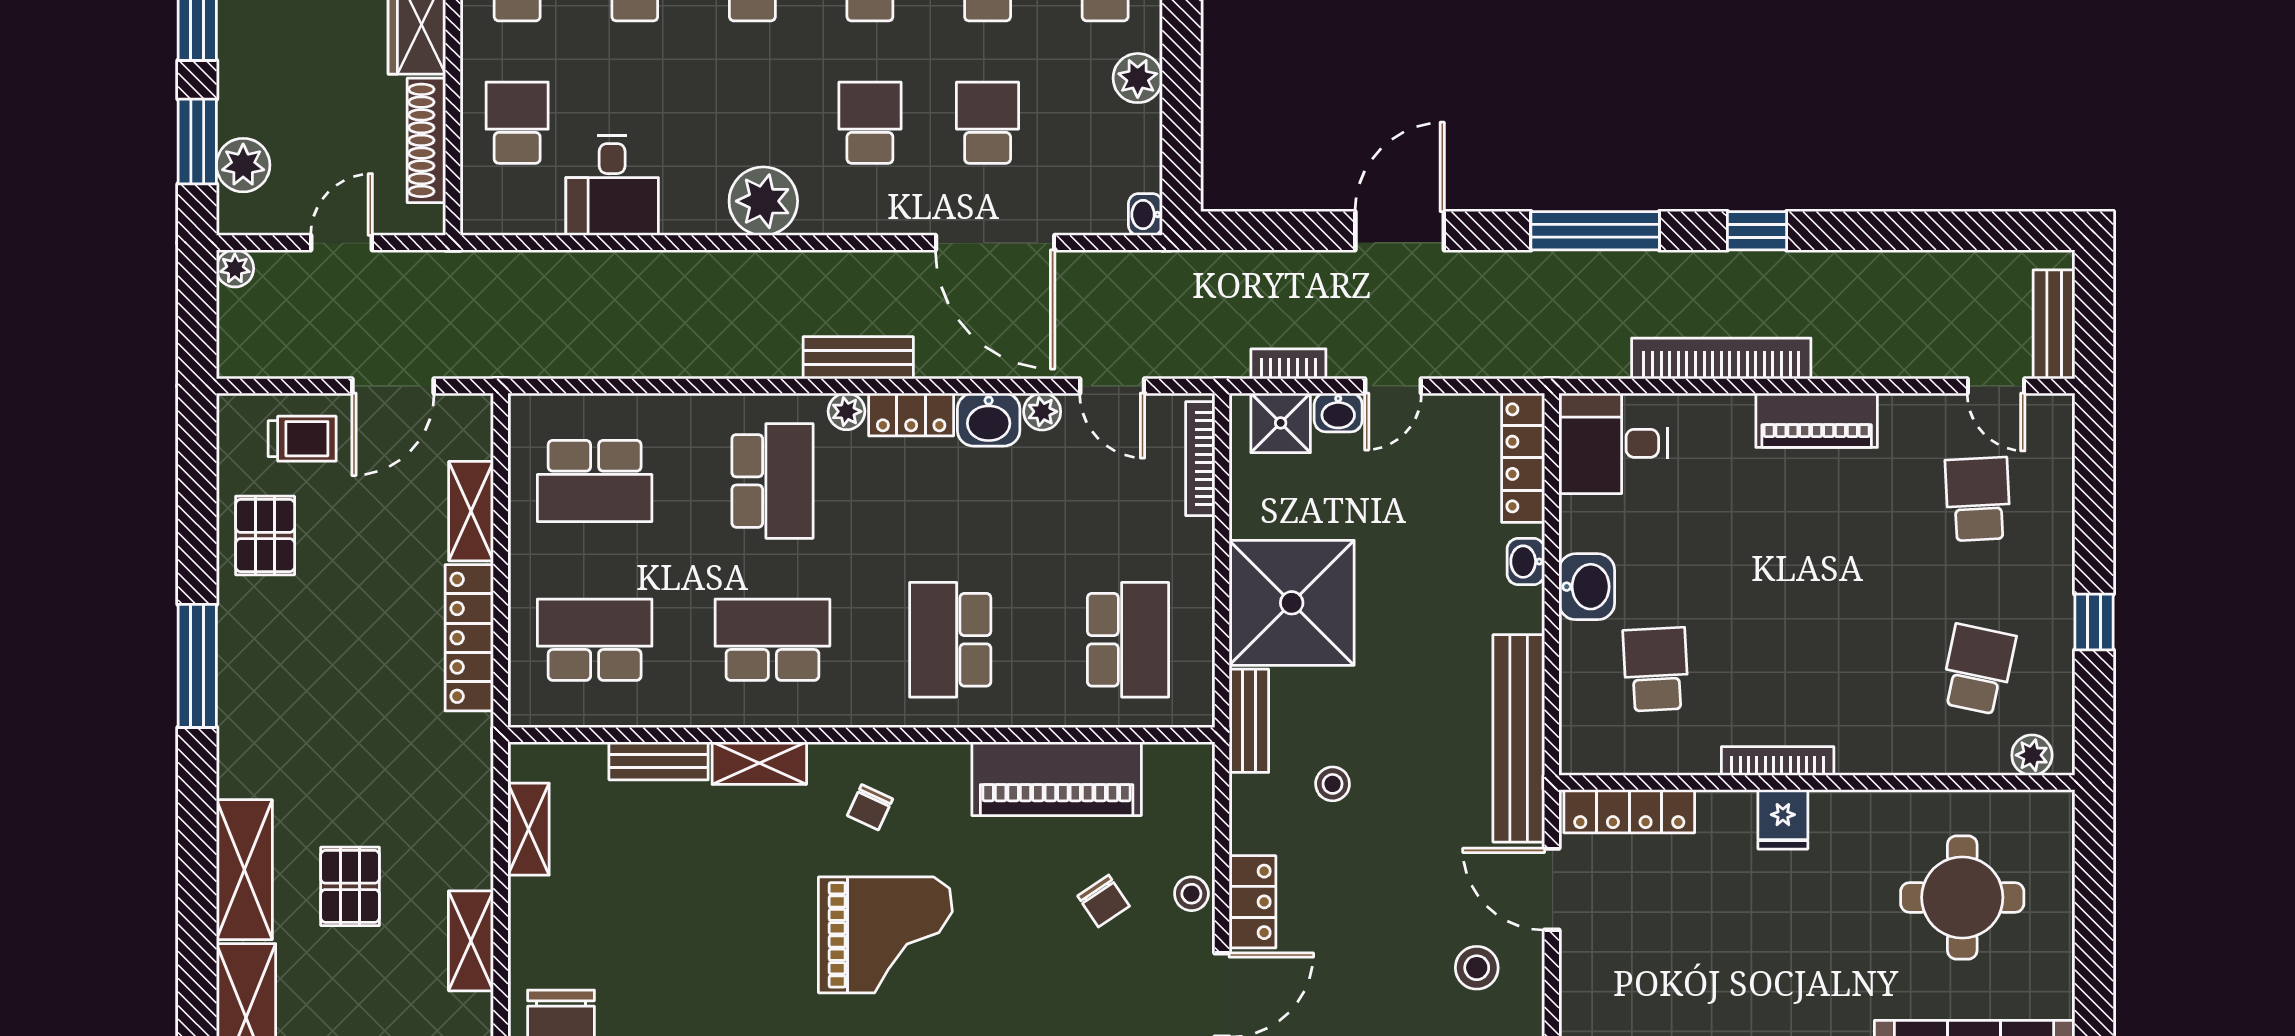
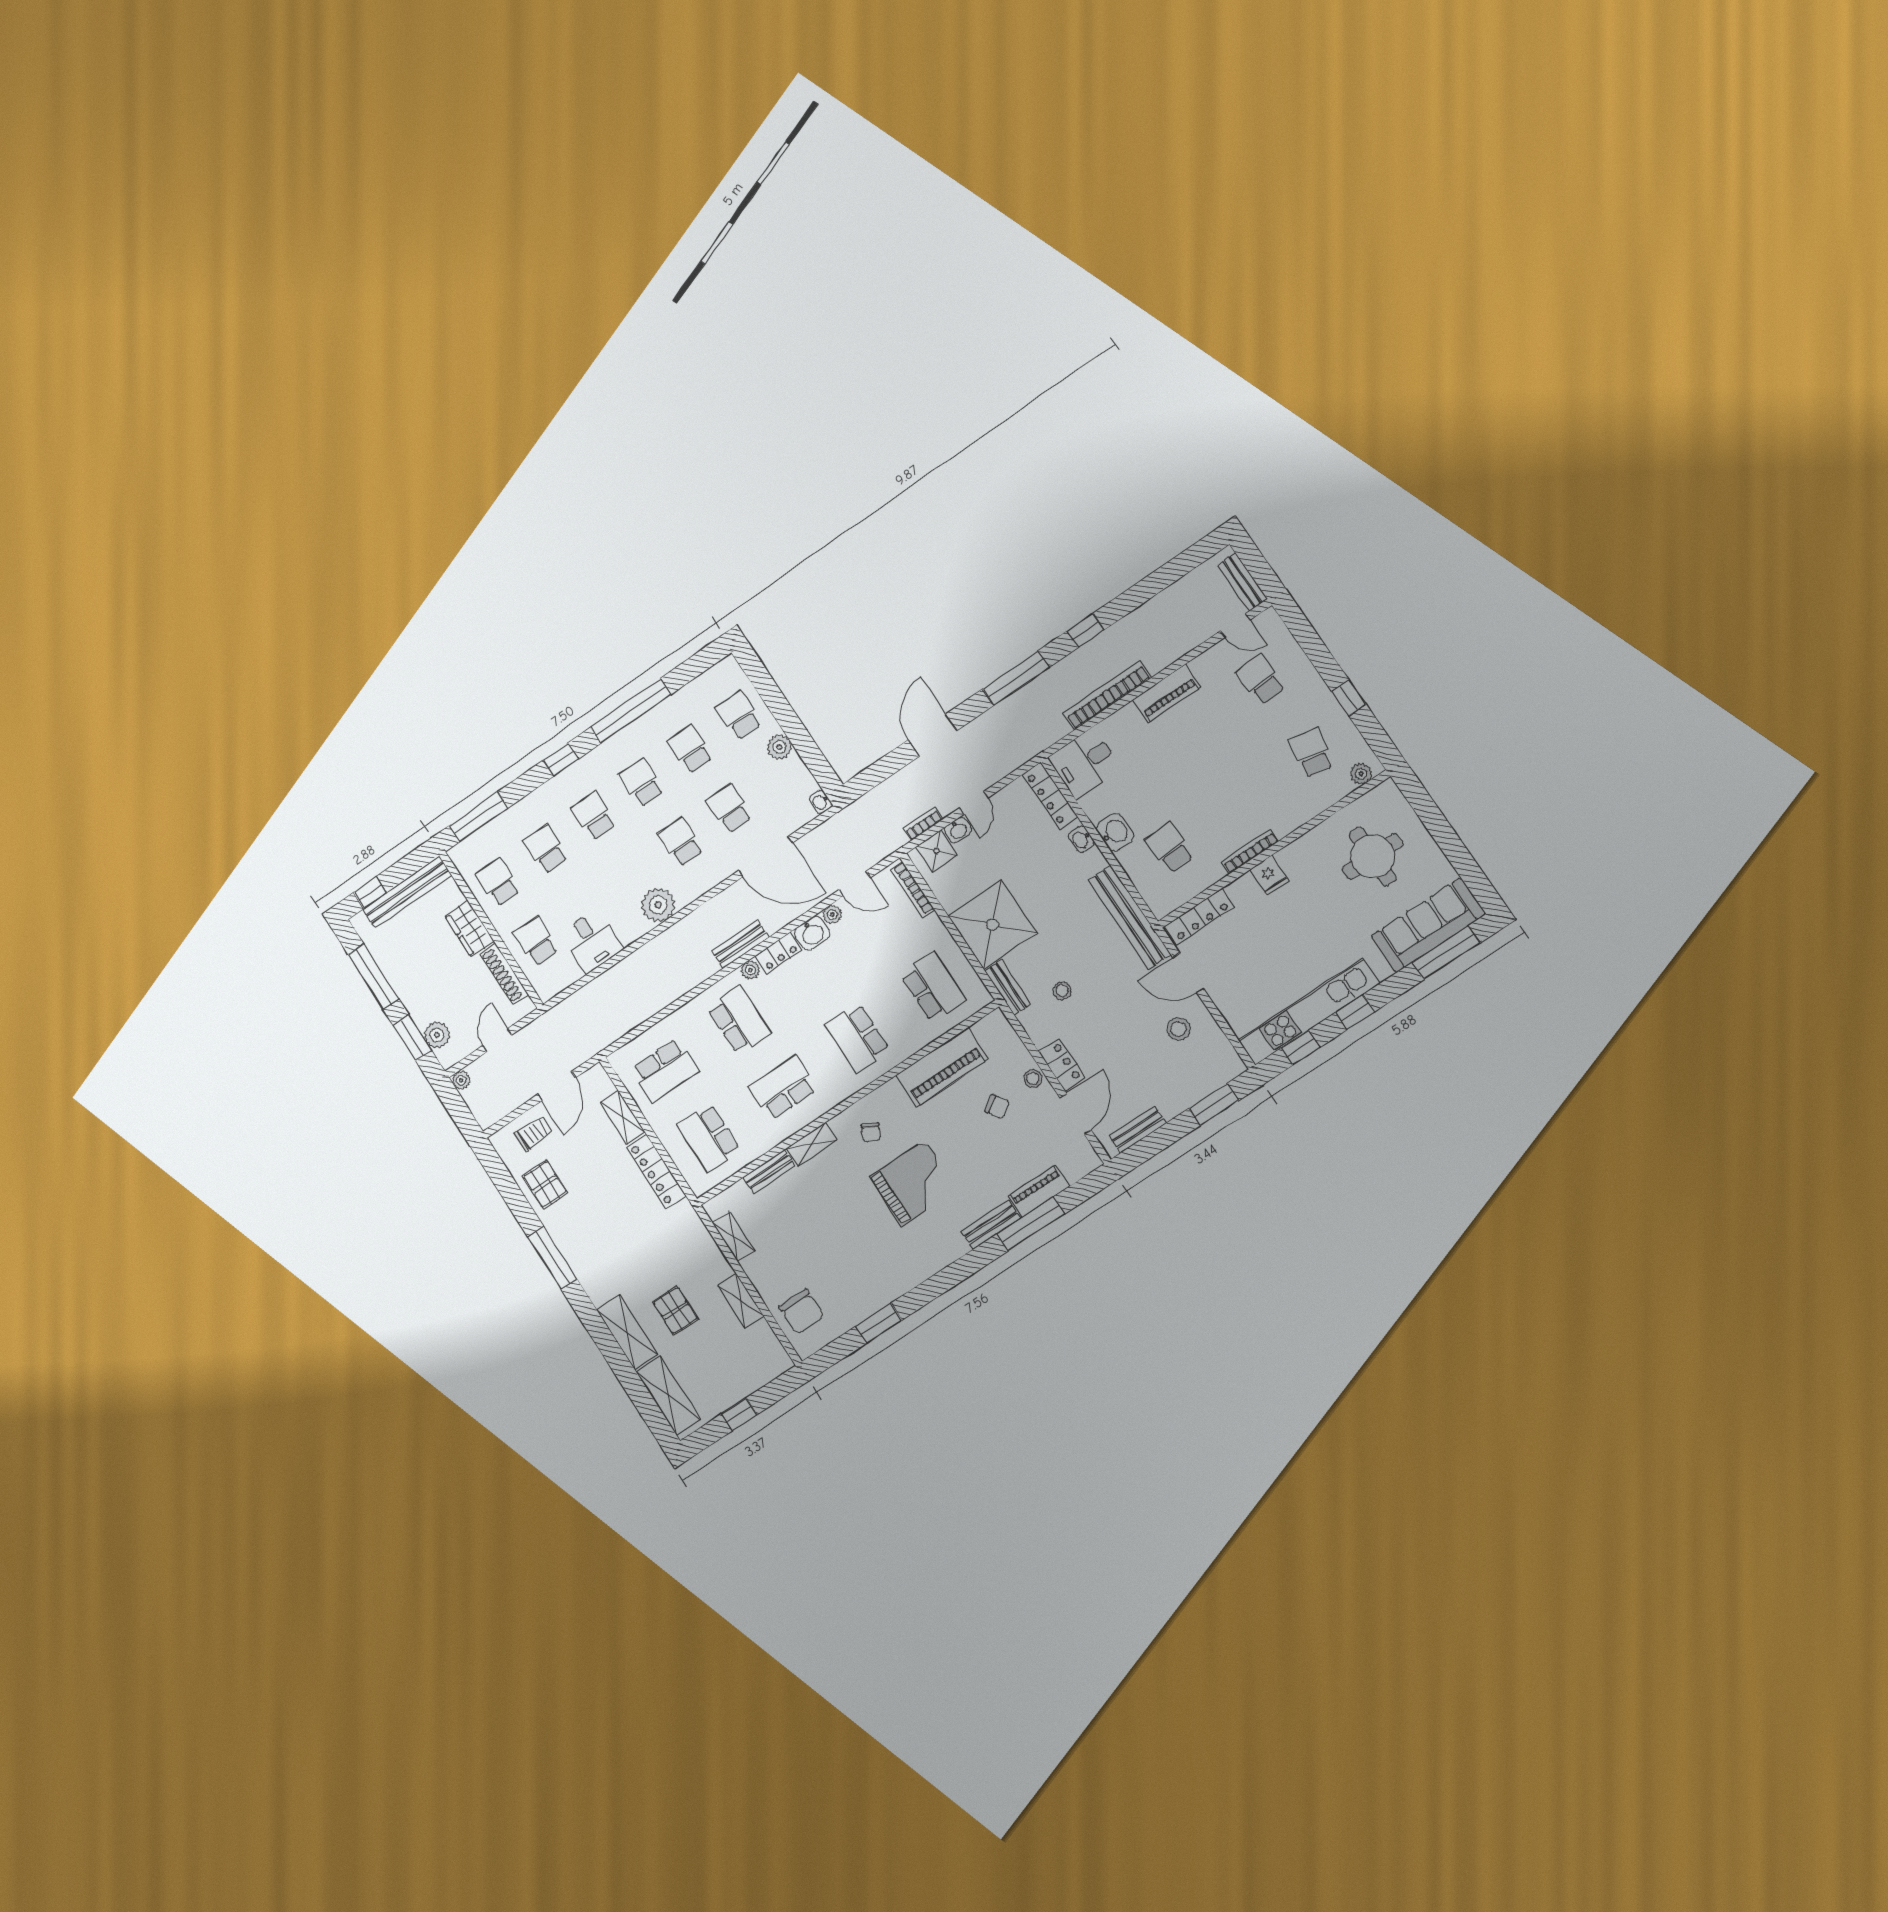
school desk: (595, 640) -> (709, 1137), turned -90

